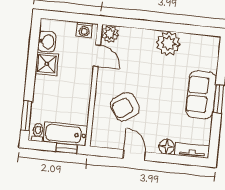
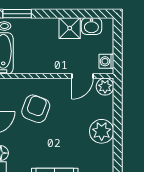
plant: (168, 43) -> (102, 131), moved
armchair: (125, 107) -> (36, 109), turned 54

